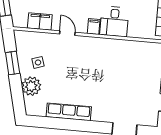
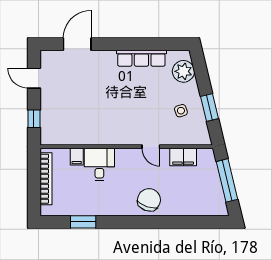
filing cabinet: (94, 27) -> (77, 157), moved
plant: (31, 86) -> (183, 71), moved

